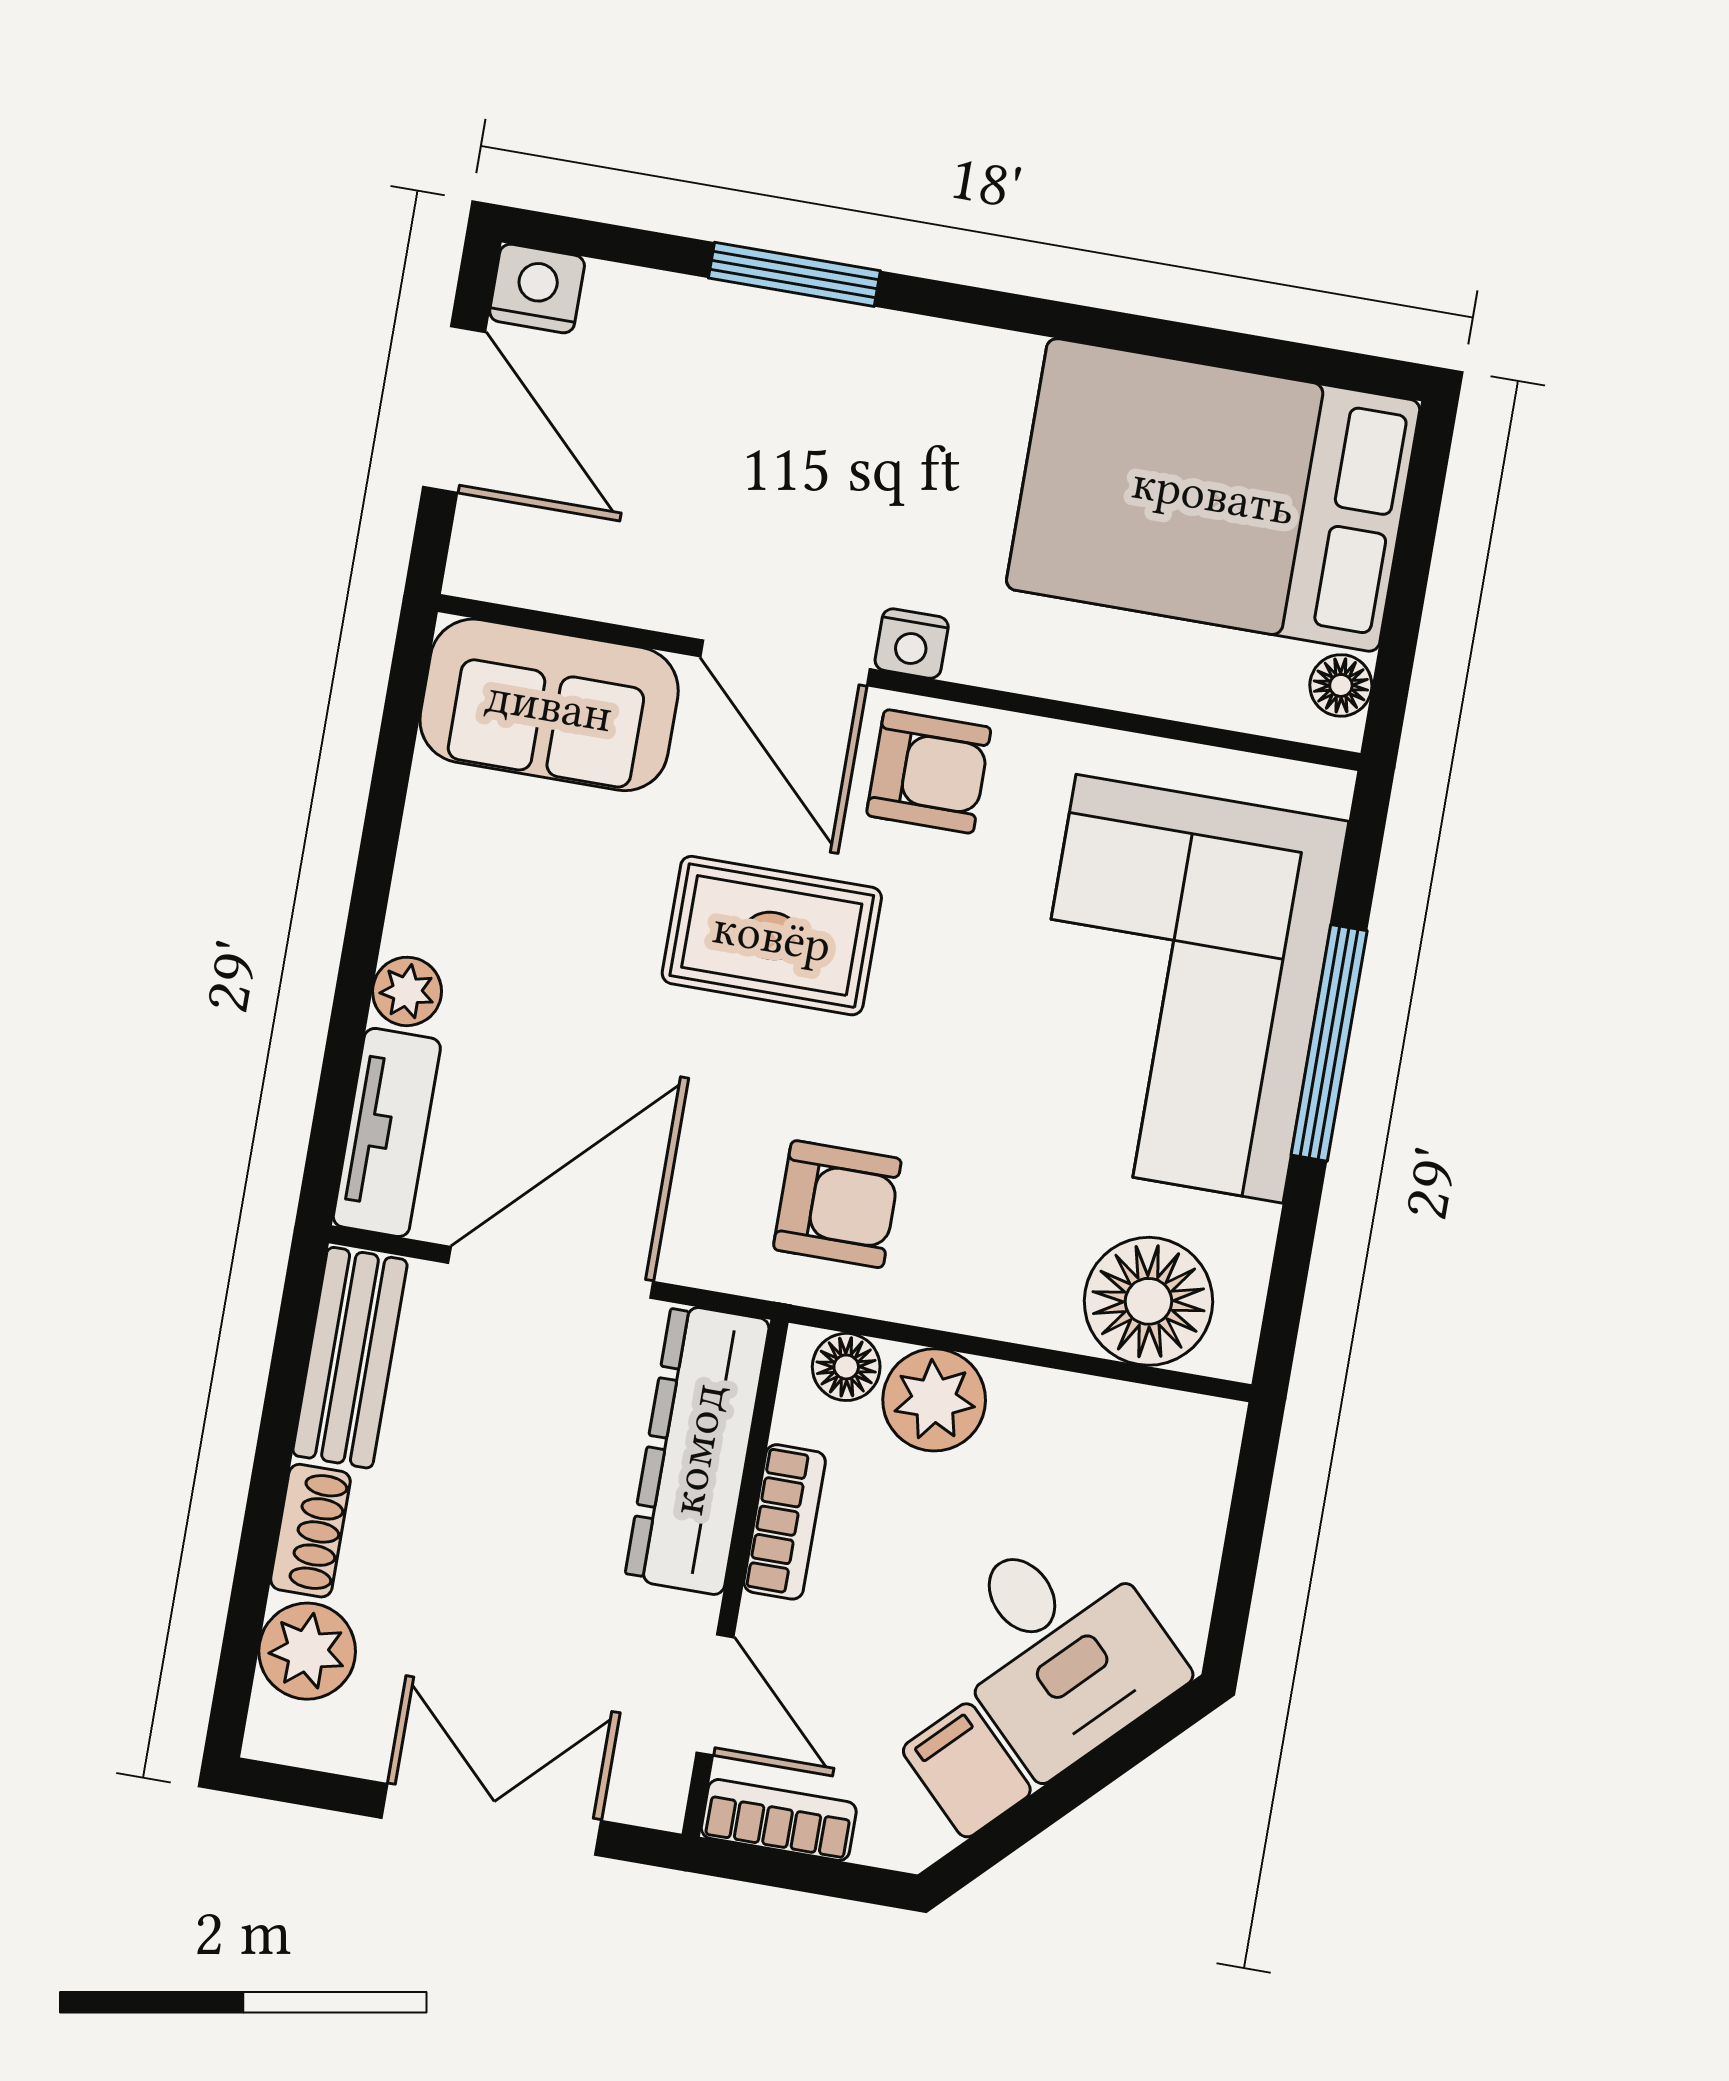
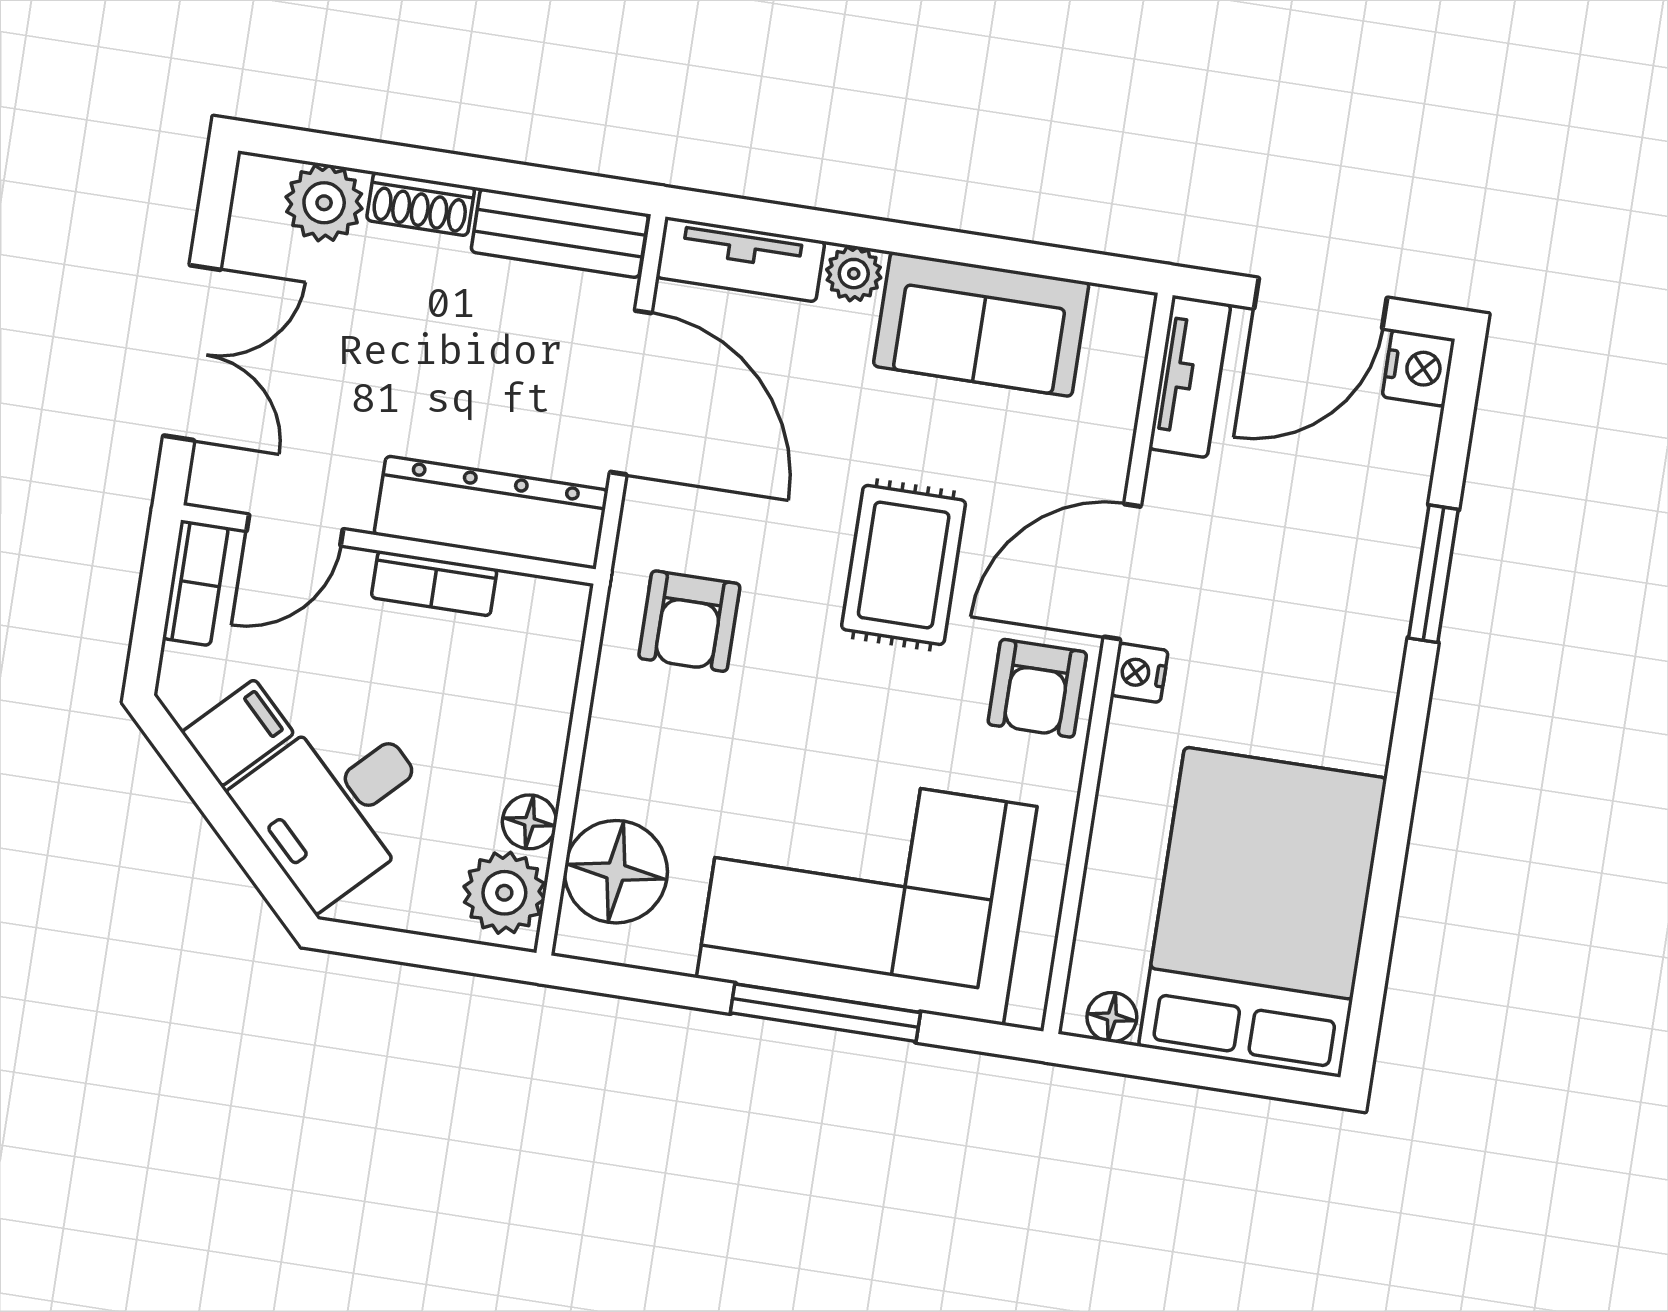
tv unit: (543, 574) -> (1190, 377), added
sofa: (549, 705) -> (981, 324), moved, turned -90
floor lamp: (846, 1367) -> (530, 822), moved
plant: (934, 1400) -> (504, 893), moved

